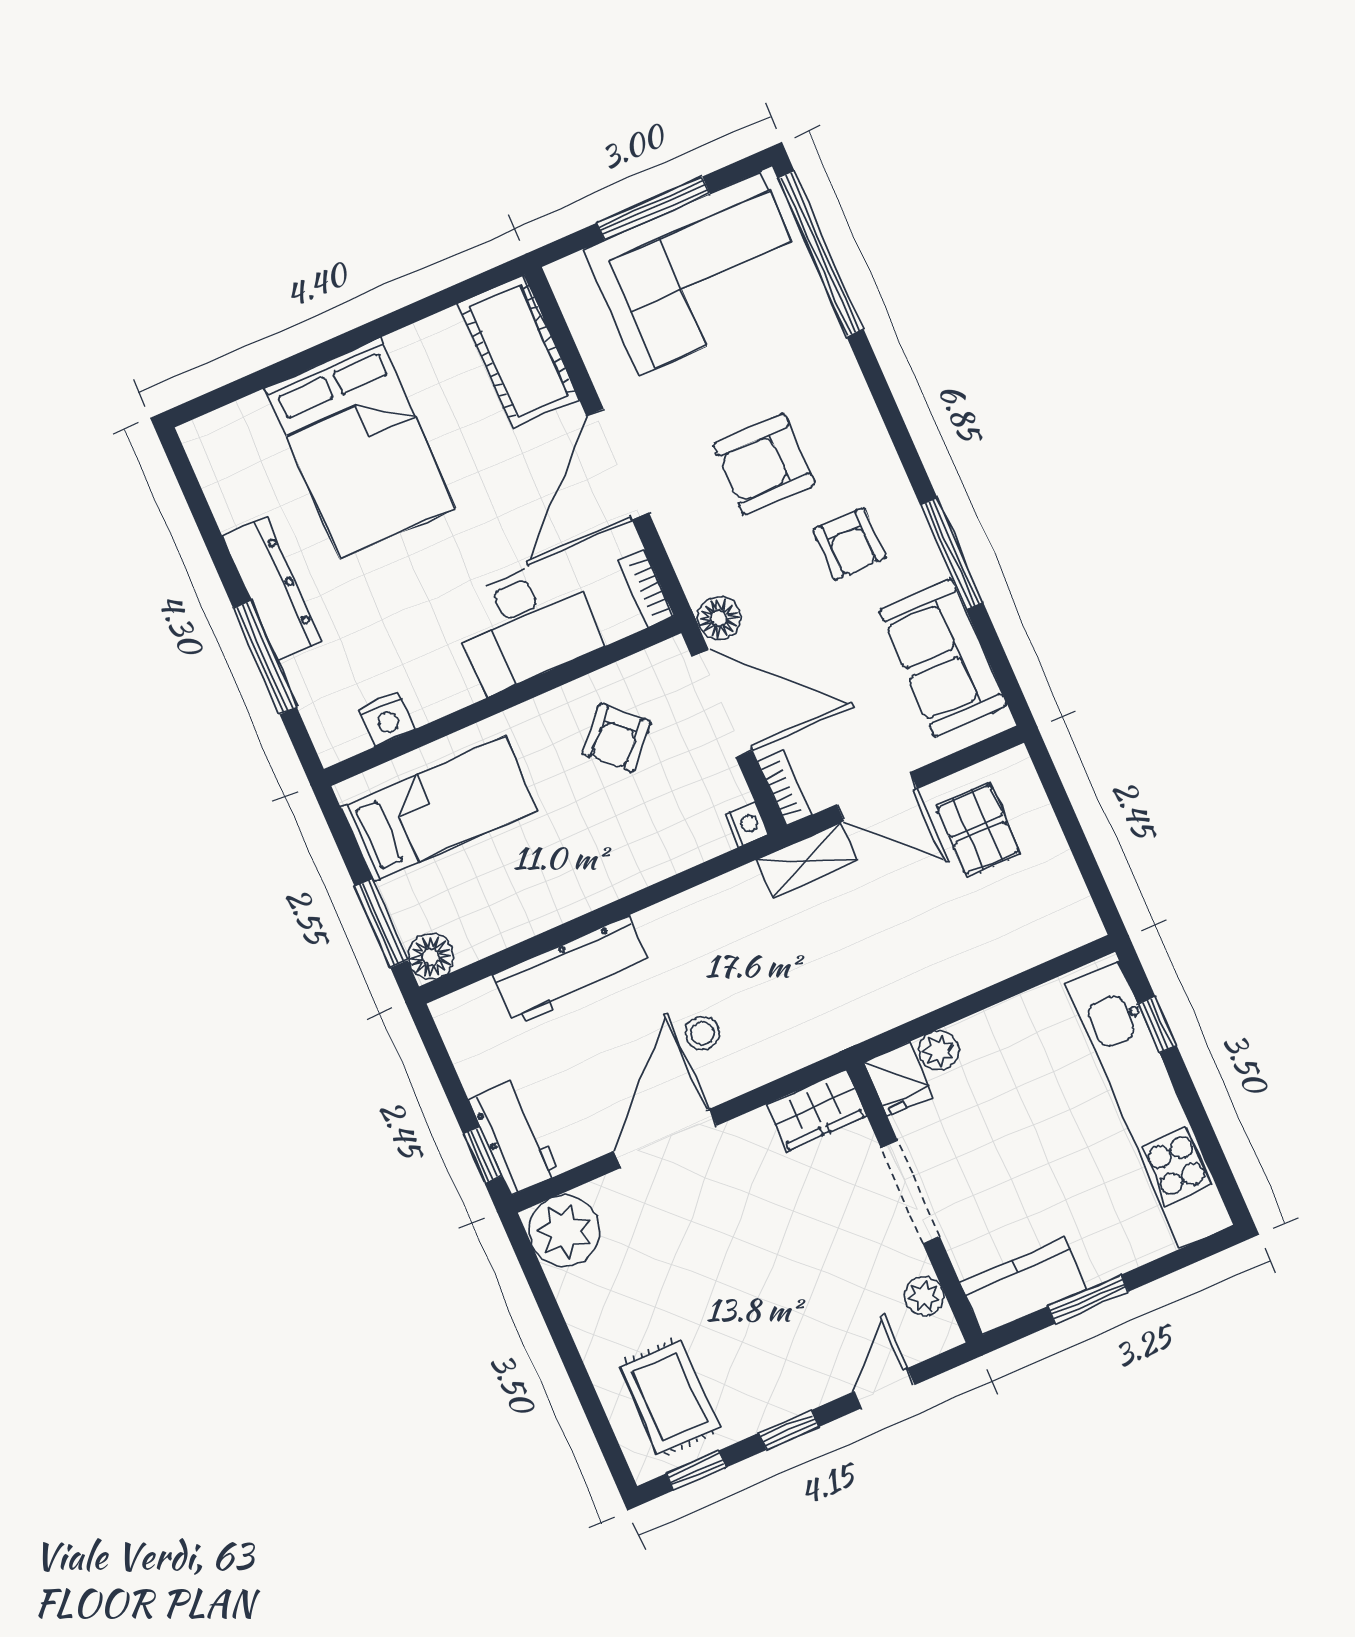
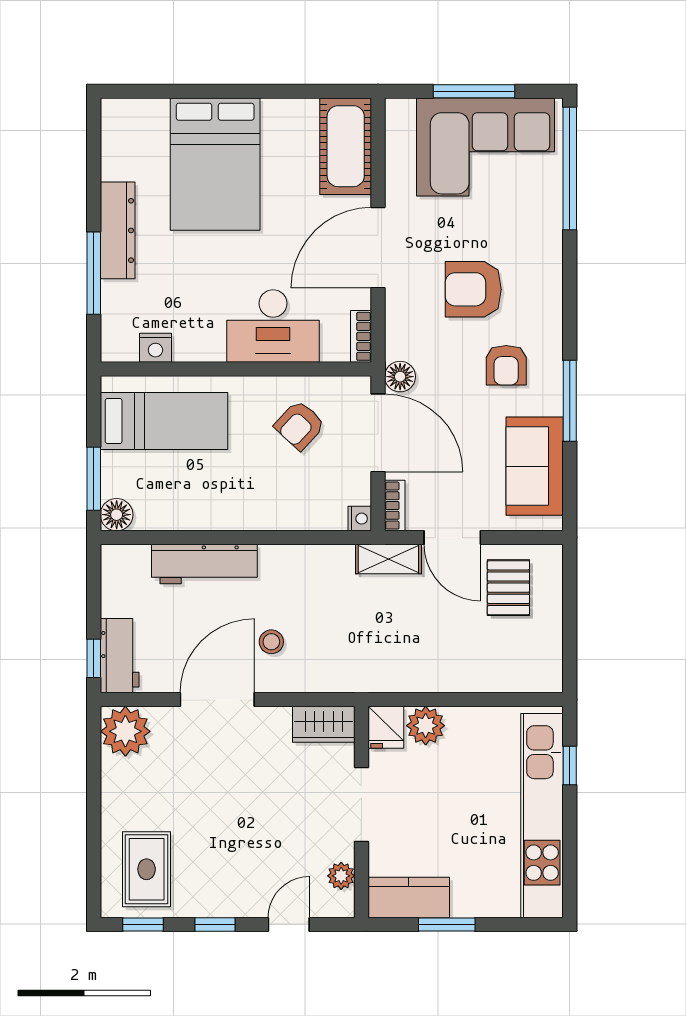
plant: (939, 1051) -> (426, 726), width x1.38, depth x1.38

